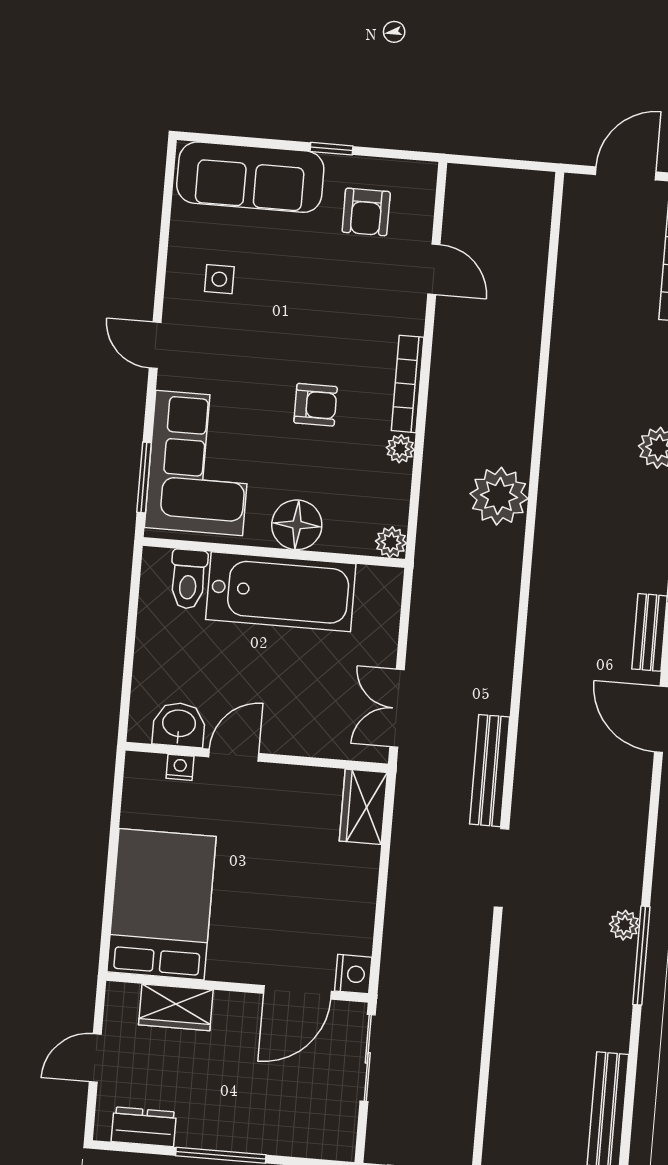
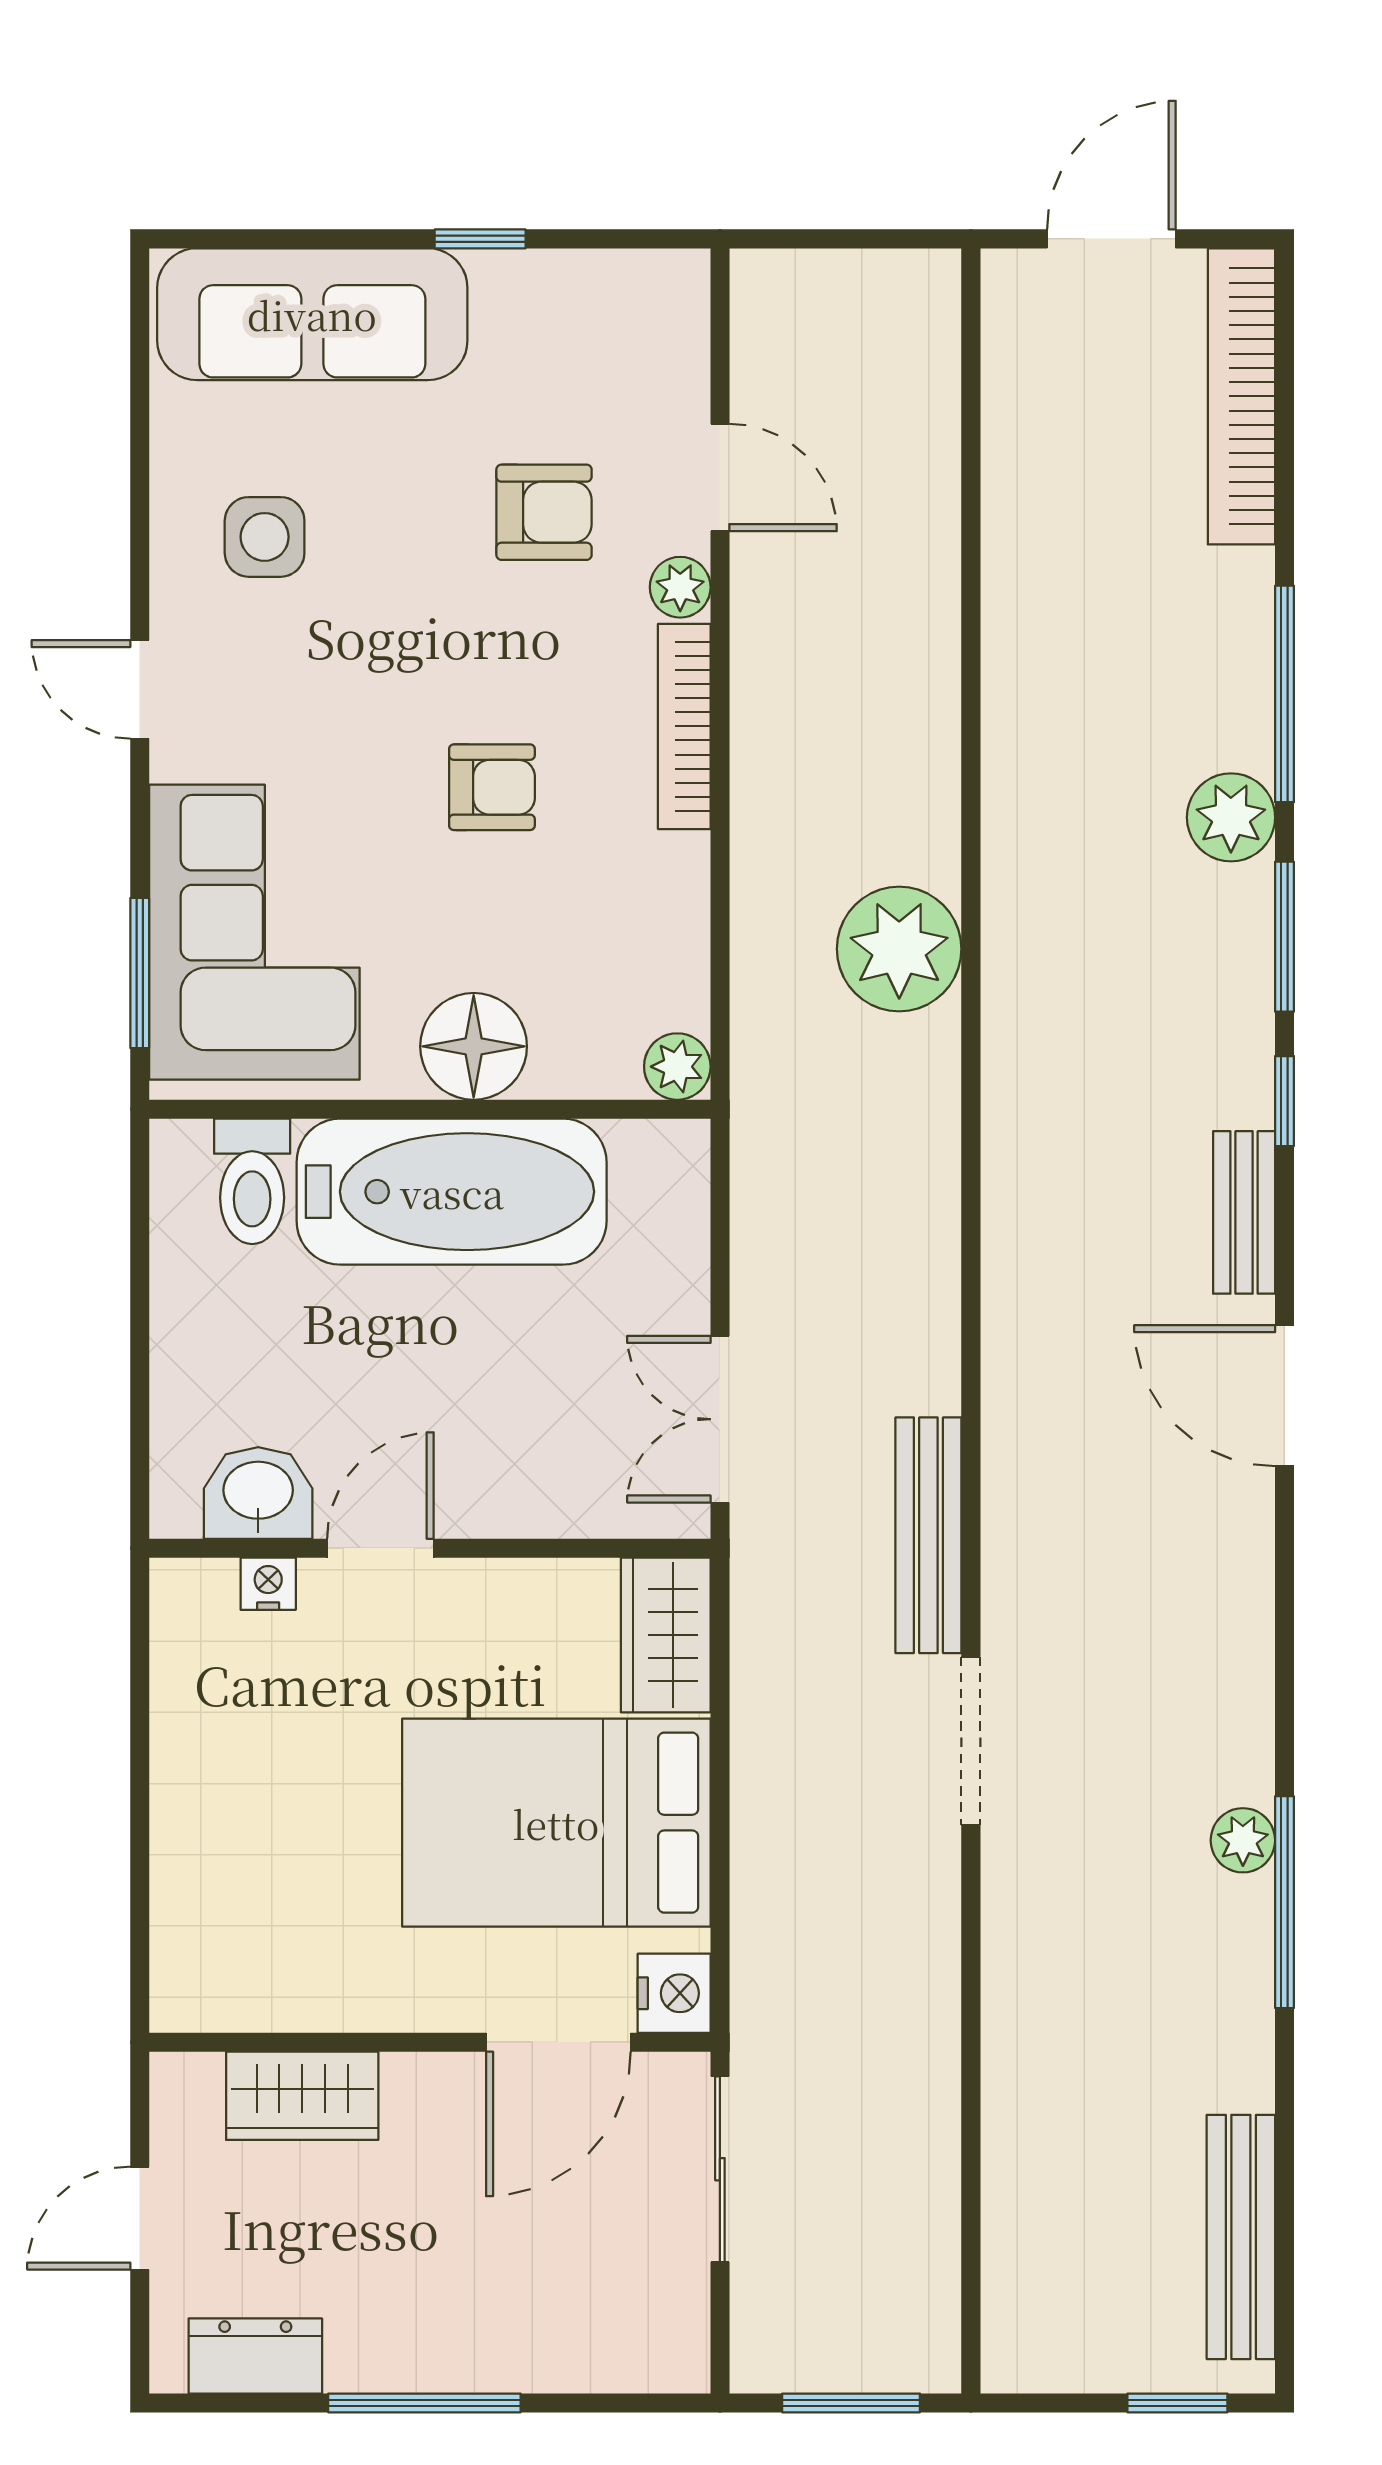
armchair: (366, 212) -> (544, 512), moved, turned -90
side table: (219, 279) -> (265, 537), width x1.37, depth x1.37
plant: (400, 449) -> (680, 587), moved
bed: (161, 904) -> (556, 1823), moved, turned -90

